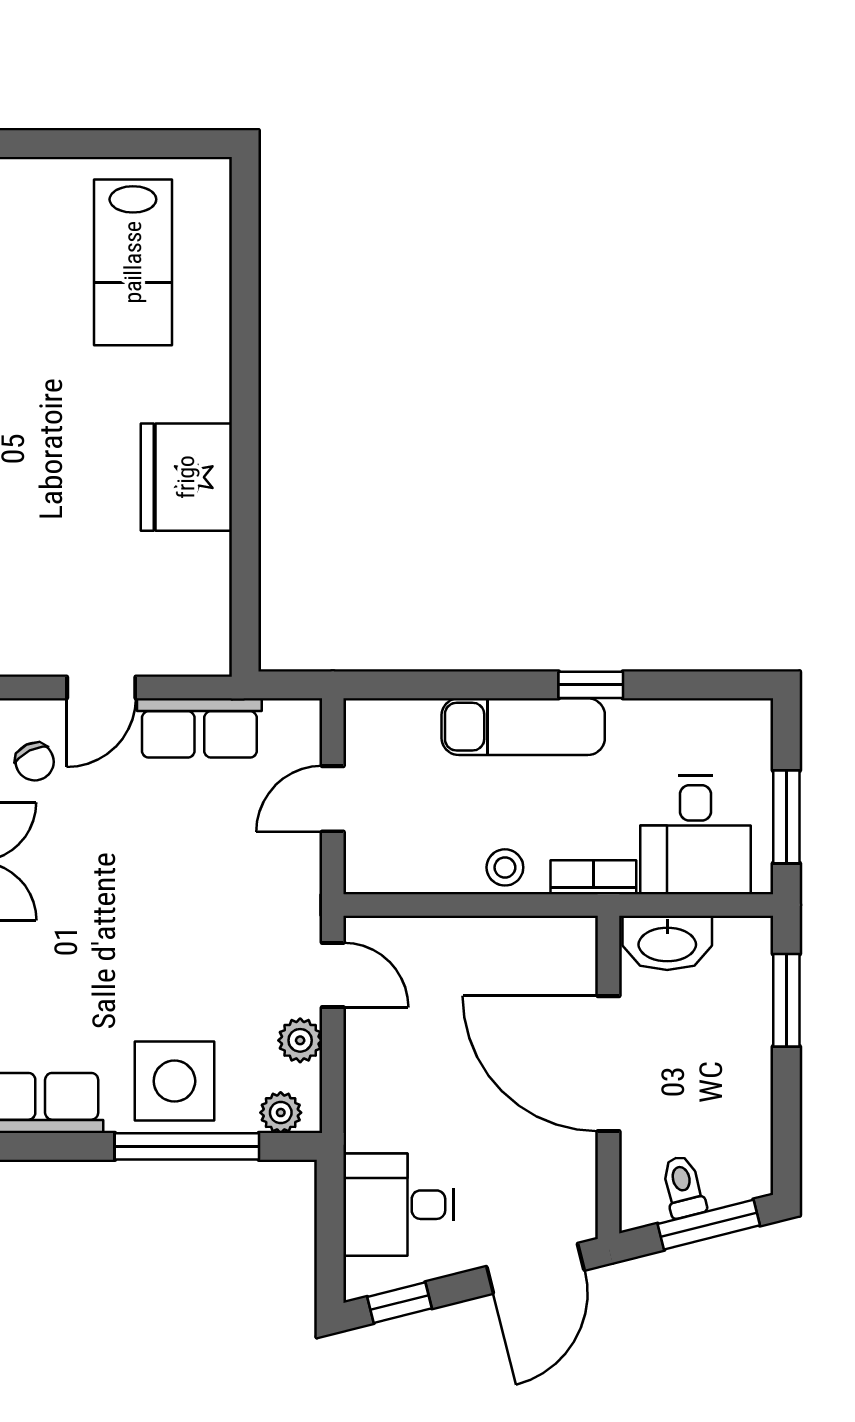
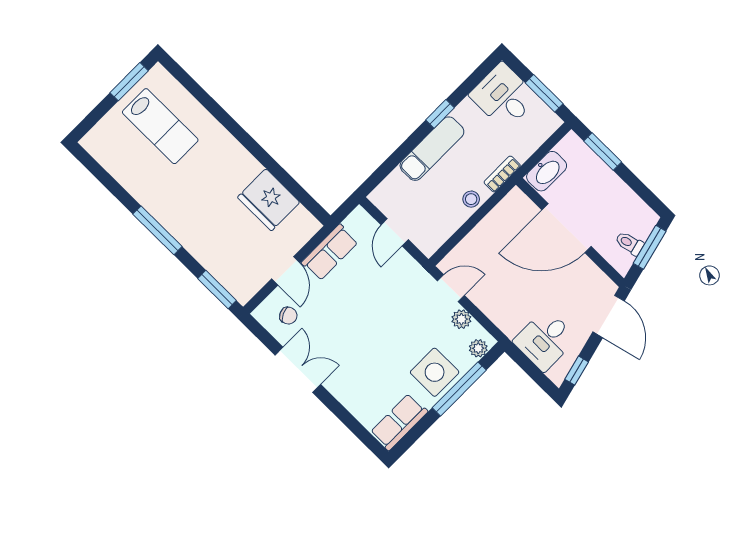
window: (154, 144) -> (129, 82), added
fridge: (186, 477) -> (269, 200), moved
desk: (695, 835) -> (503, 96), moved, turned 180

